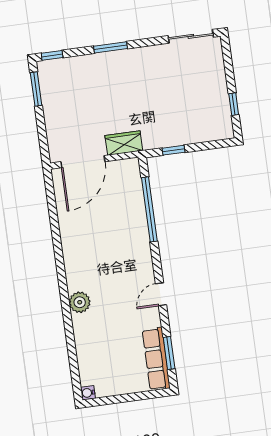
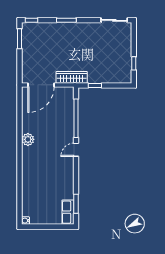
wardrobe: (124, 143) -> (72, 77), width x1.50
door: (161, 294) -> (76, 150), moved
plant: (80, 302) -> (28, 139), moved
row of seats: (156, 359) -> (68, 212), width x0.68

